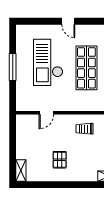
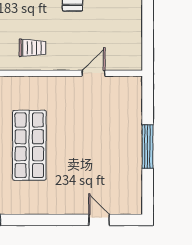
door: (68, 21) -> (99, 220), moved
checkout: (48, 62) -> (91, 154), removed

